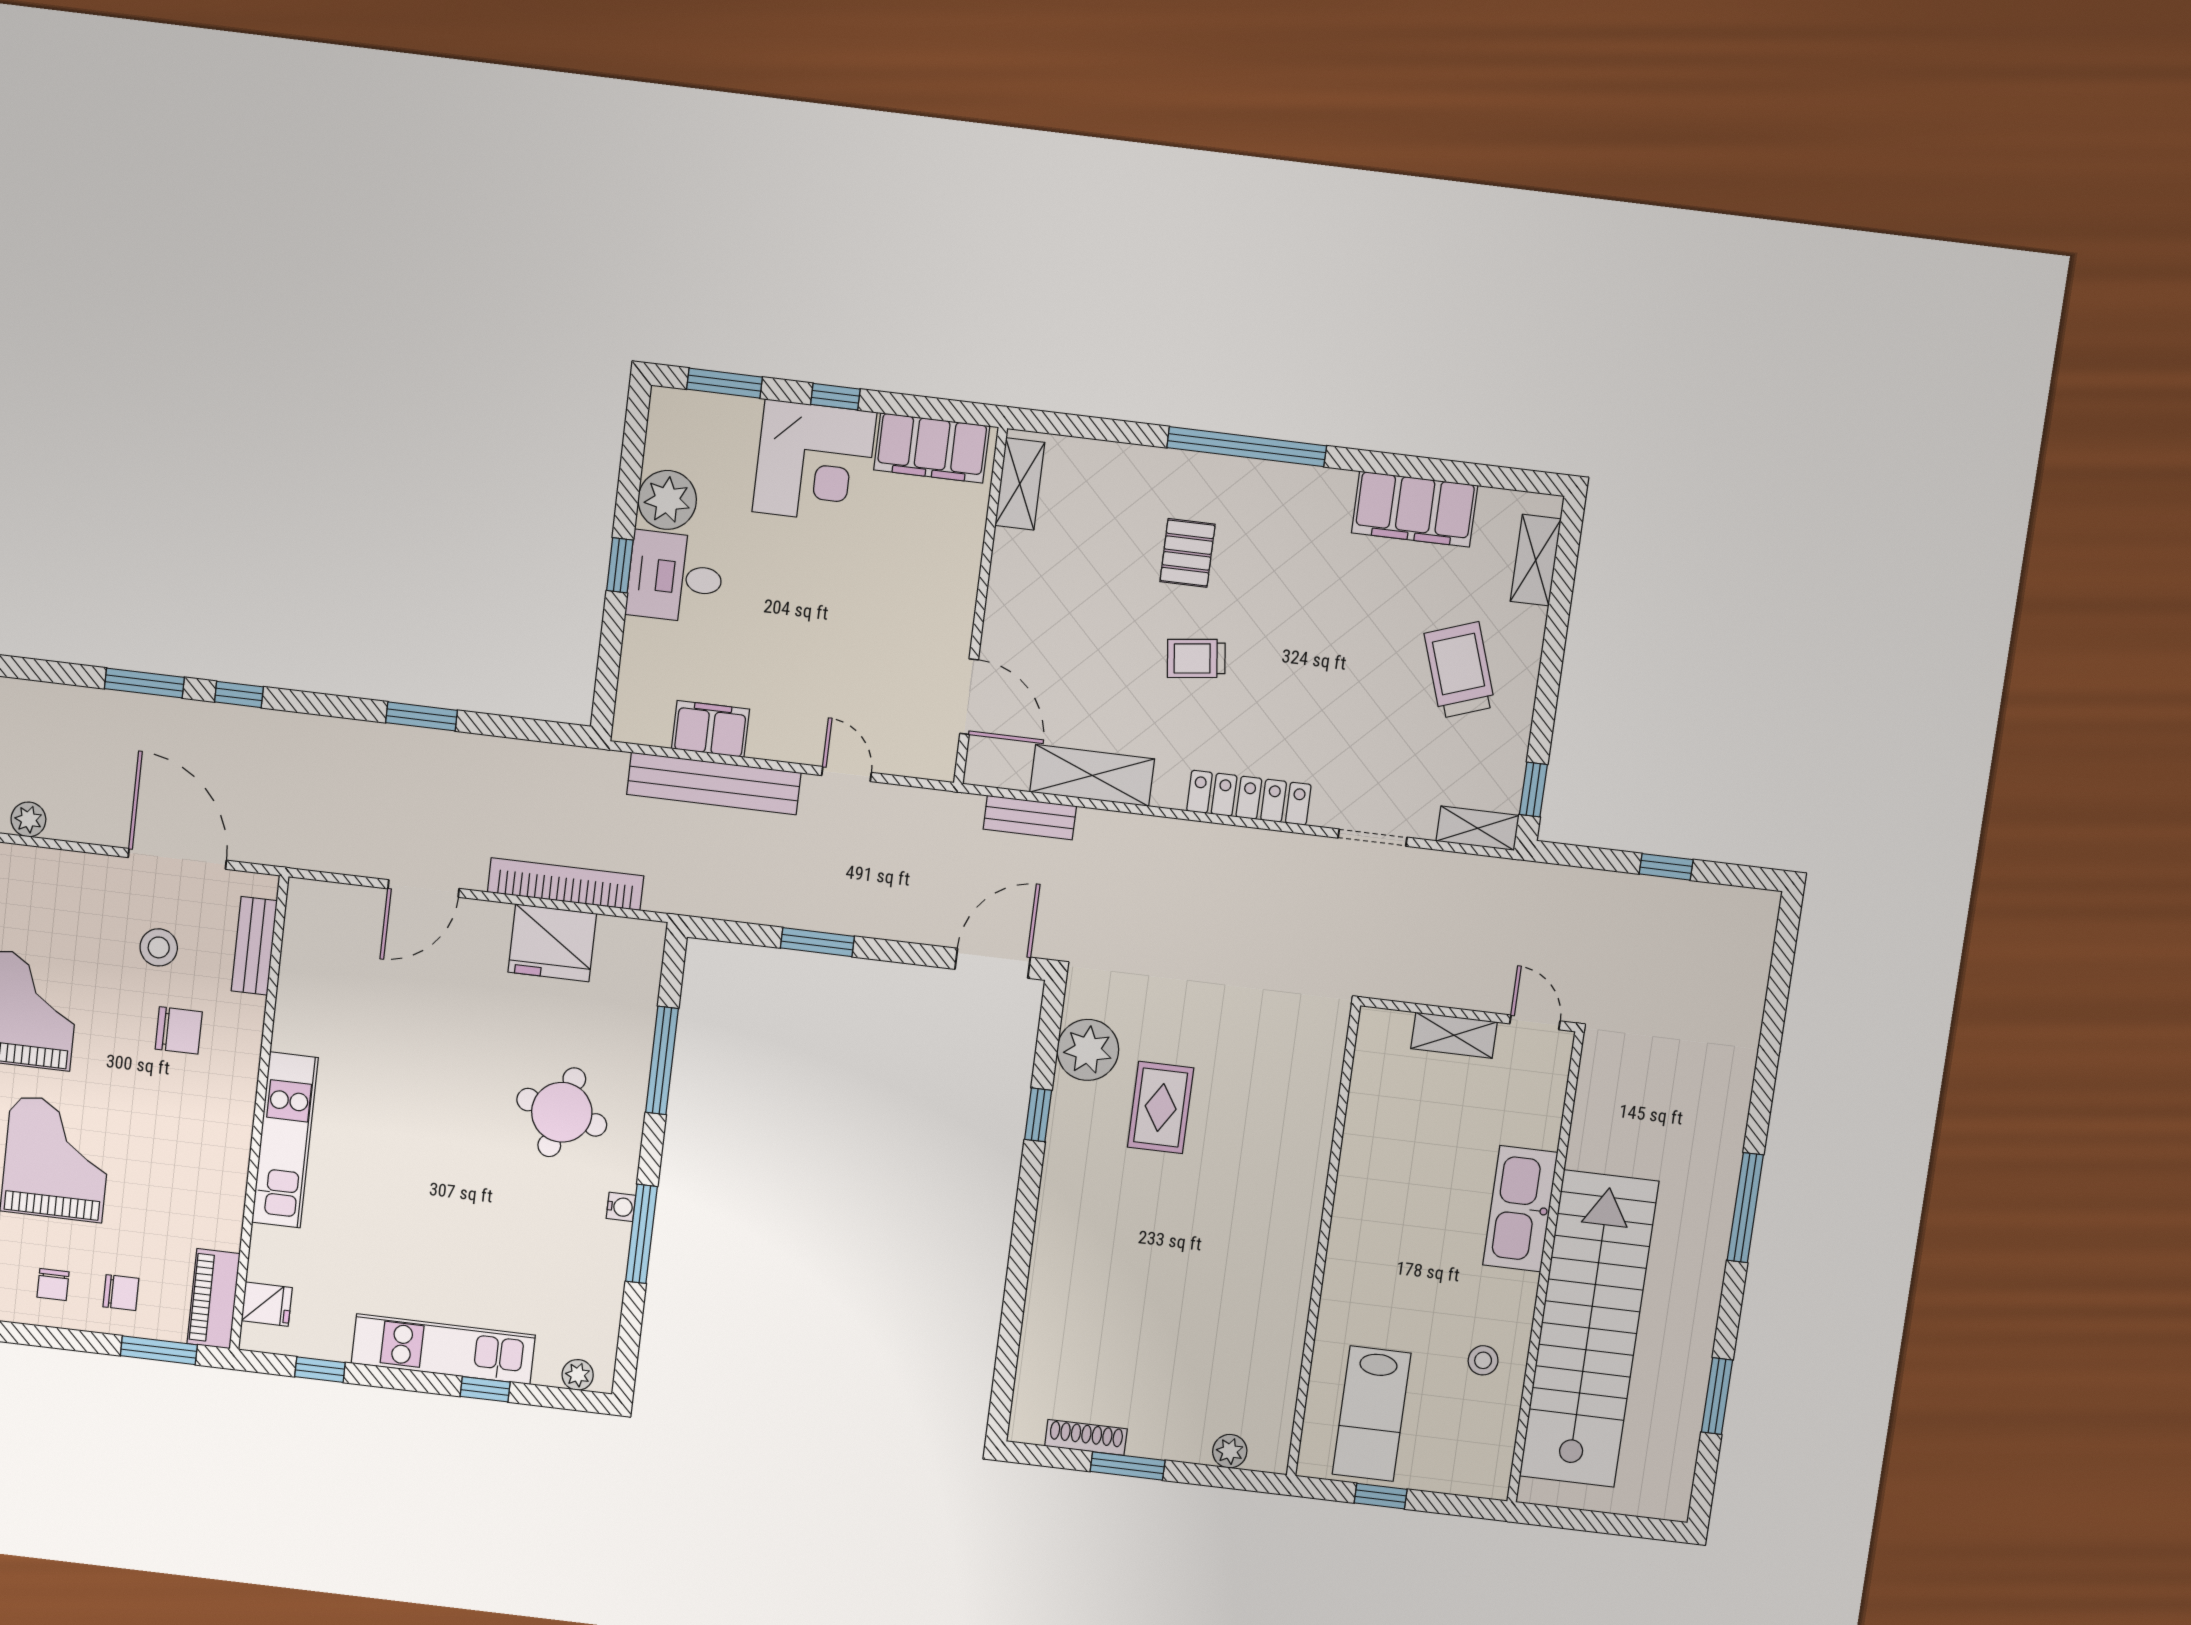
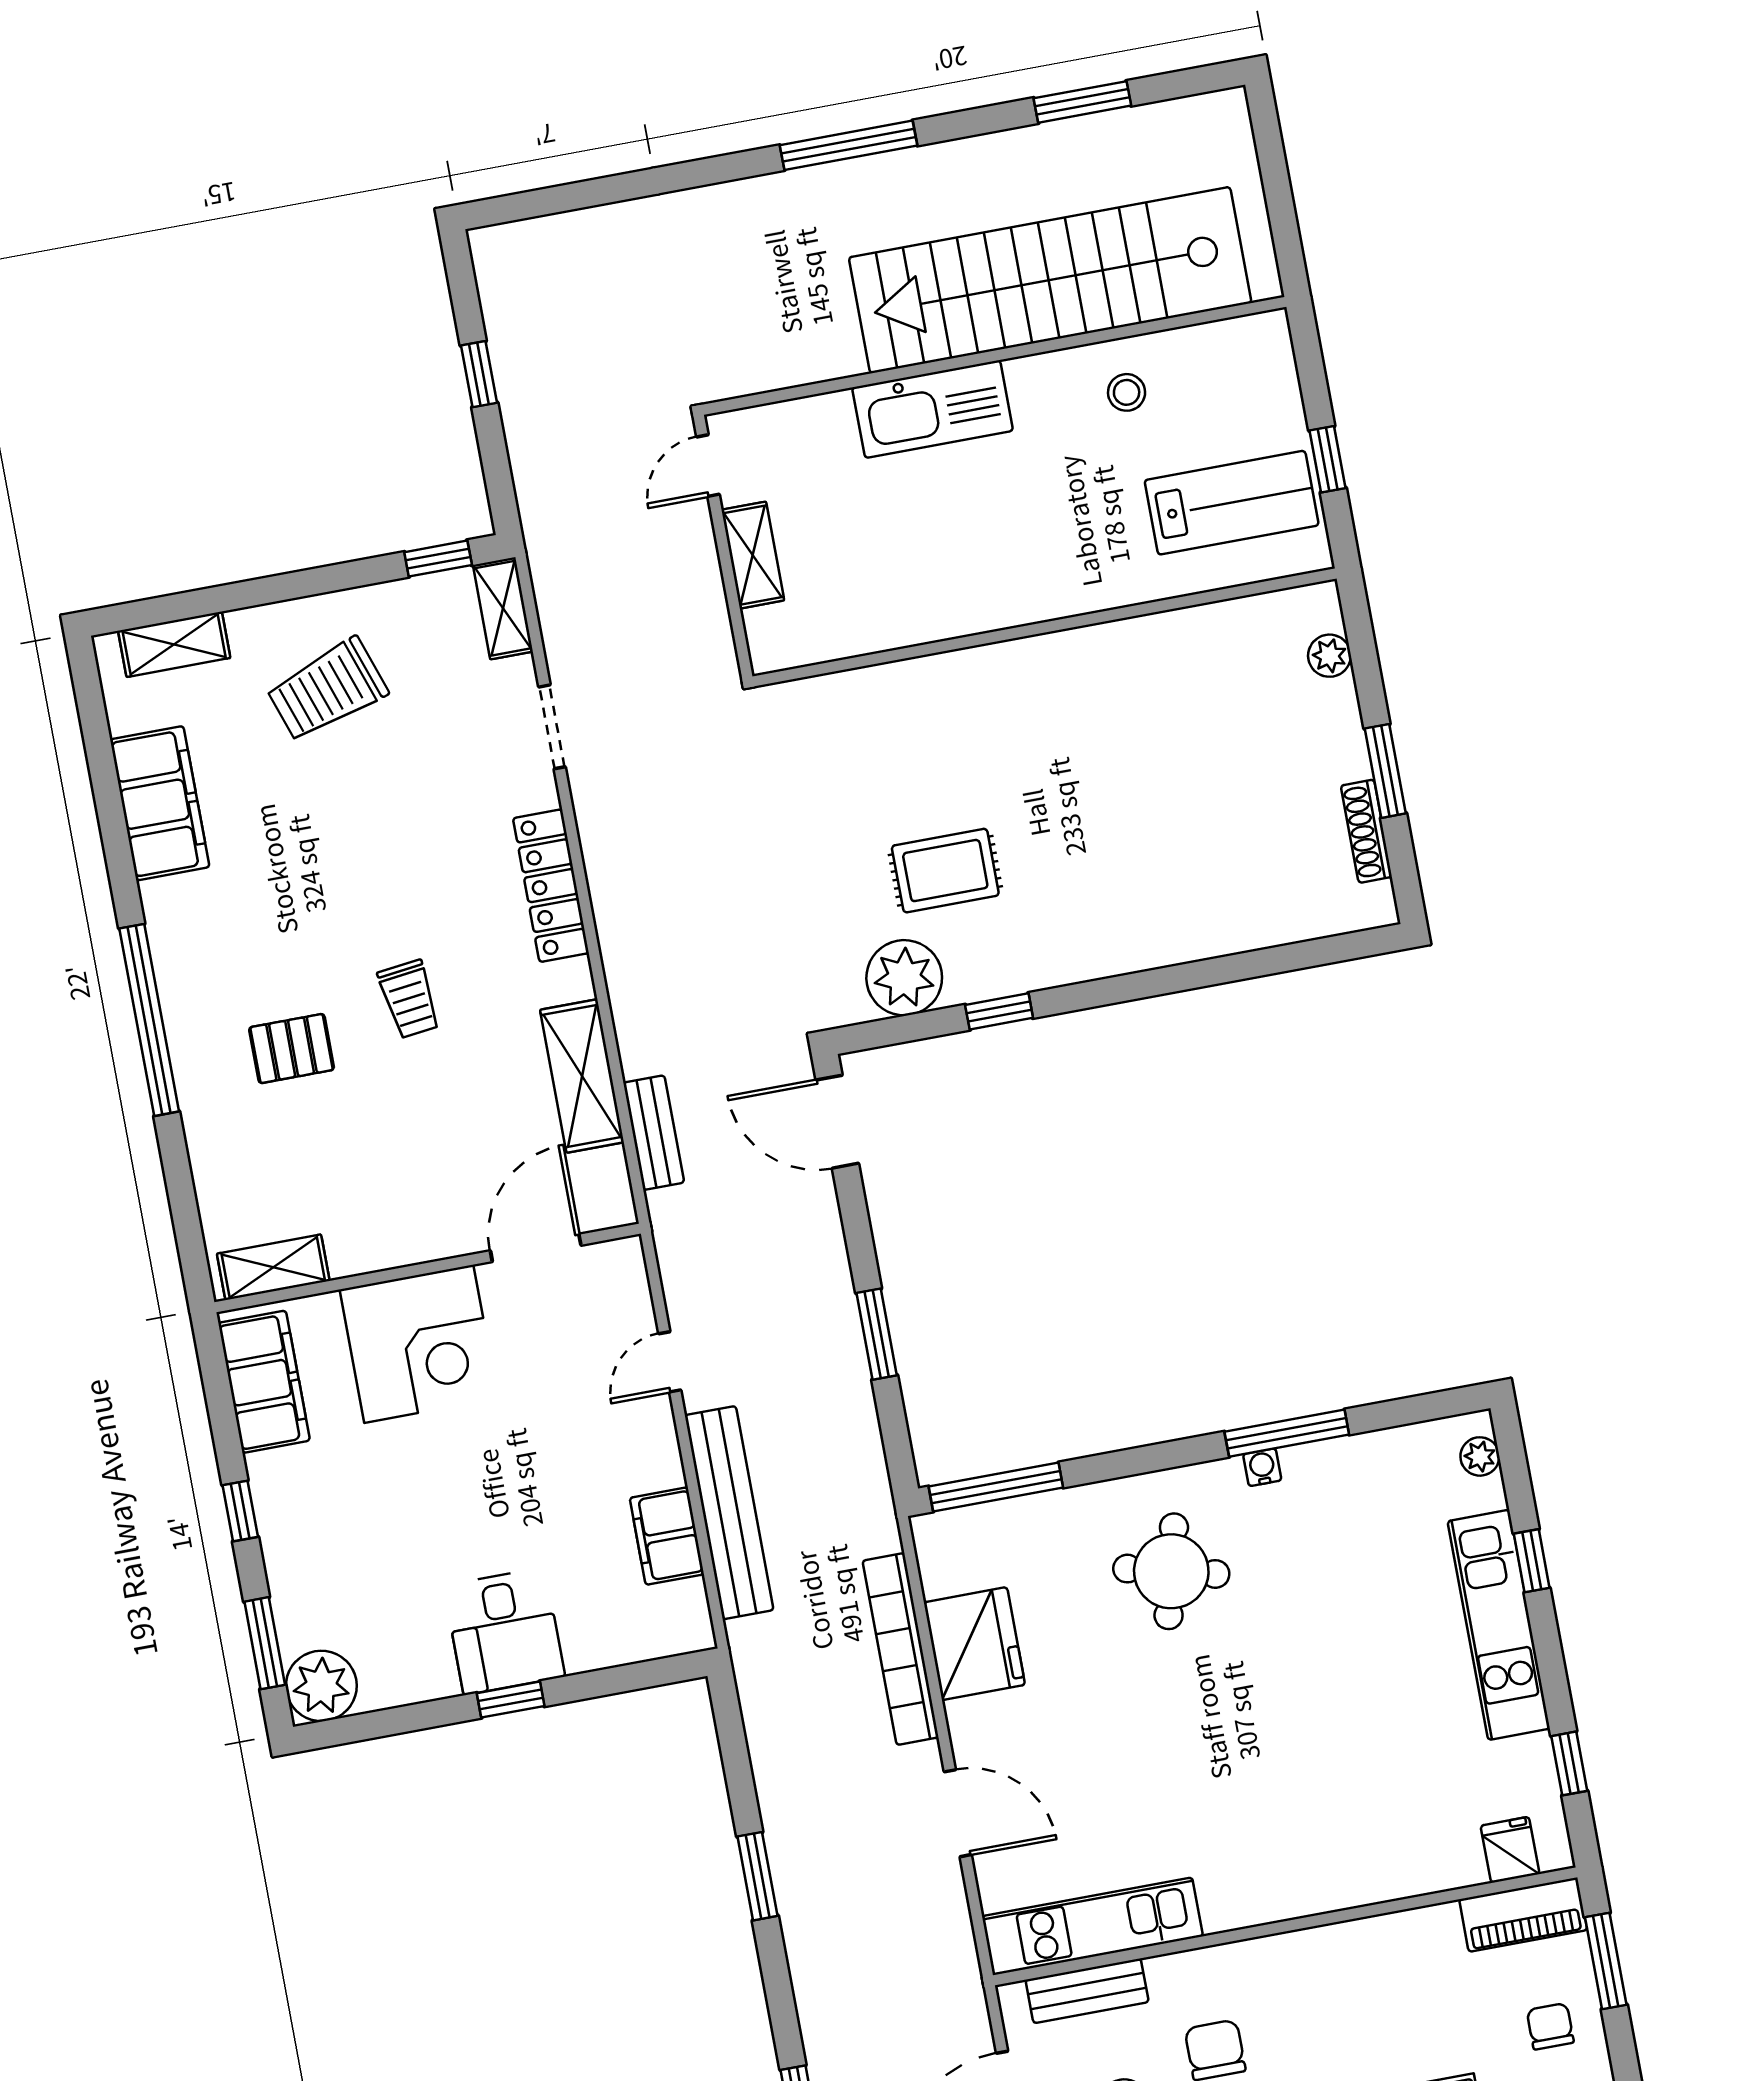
corner desk: (814, 462) -> (419, 1344), moved, turned 90
plant: (667, 500) -> (321, 1686), moved
window: (662, 1060) -> (996, 1487), moved
kitchen unit: (285, 1140) -> (1092, 1926), moved

